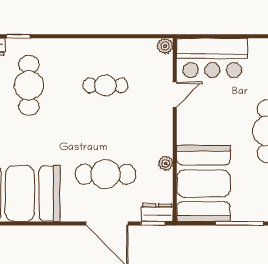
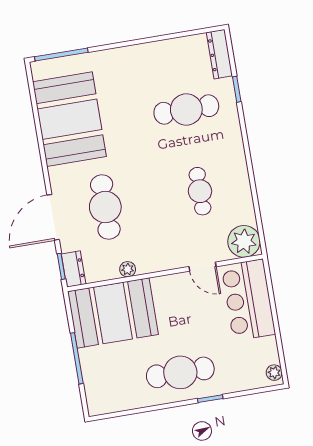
plant: (165, 46) -> (244, 241), width x1.87, depth x1.87

